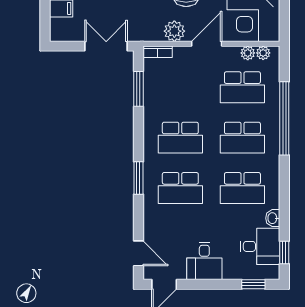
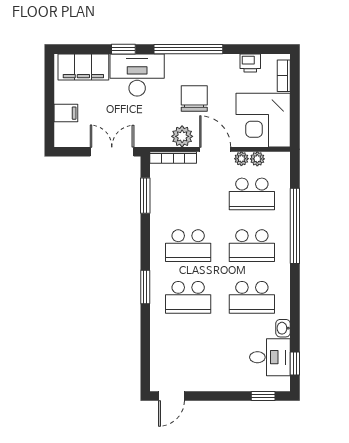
door: (207, 44) -> (215, 149), hinge flipped
bookcase: (158, 52) -> (173, 158), width x1.56
plant: (263, 53) -> (241, 159), moved
door: (138, 253) -> (145, 364), removed
desk: (204, 261) -> (213, 372), removed

